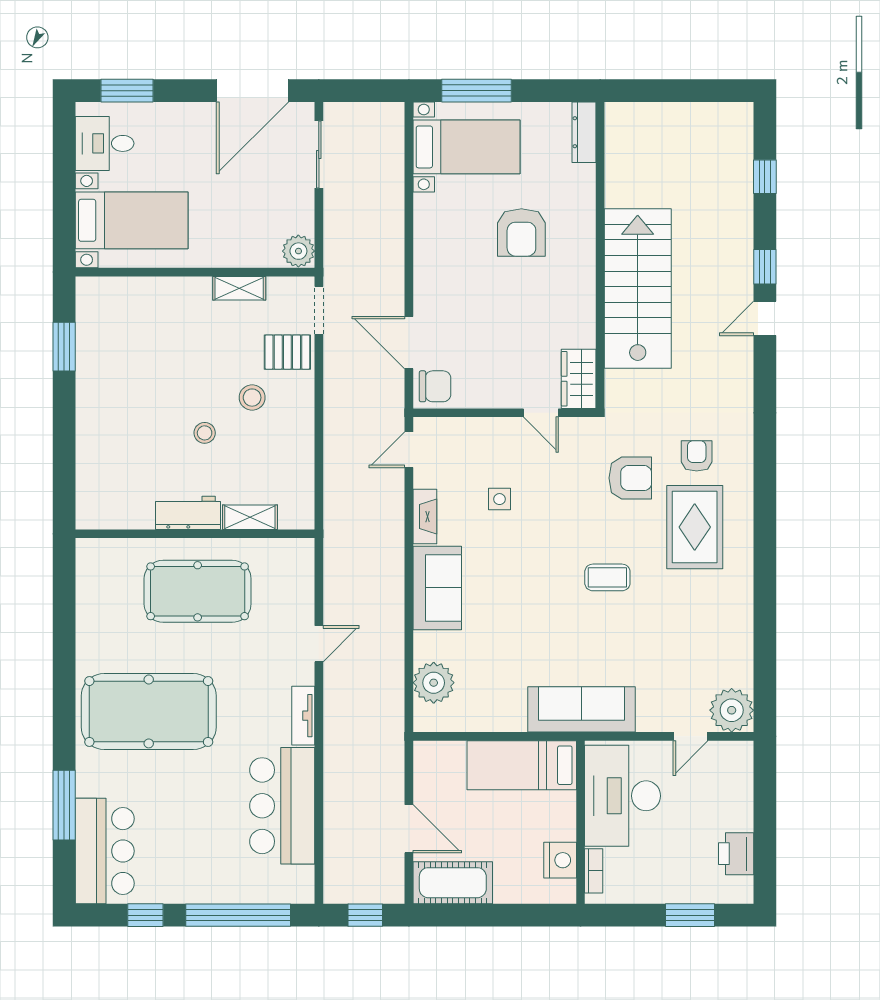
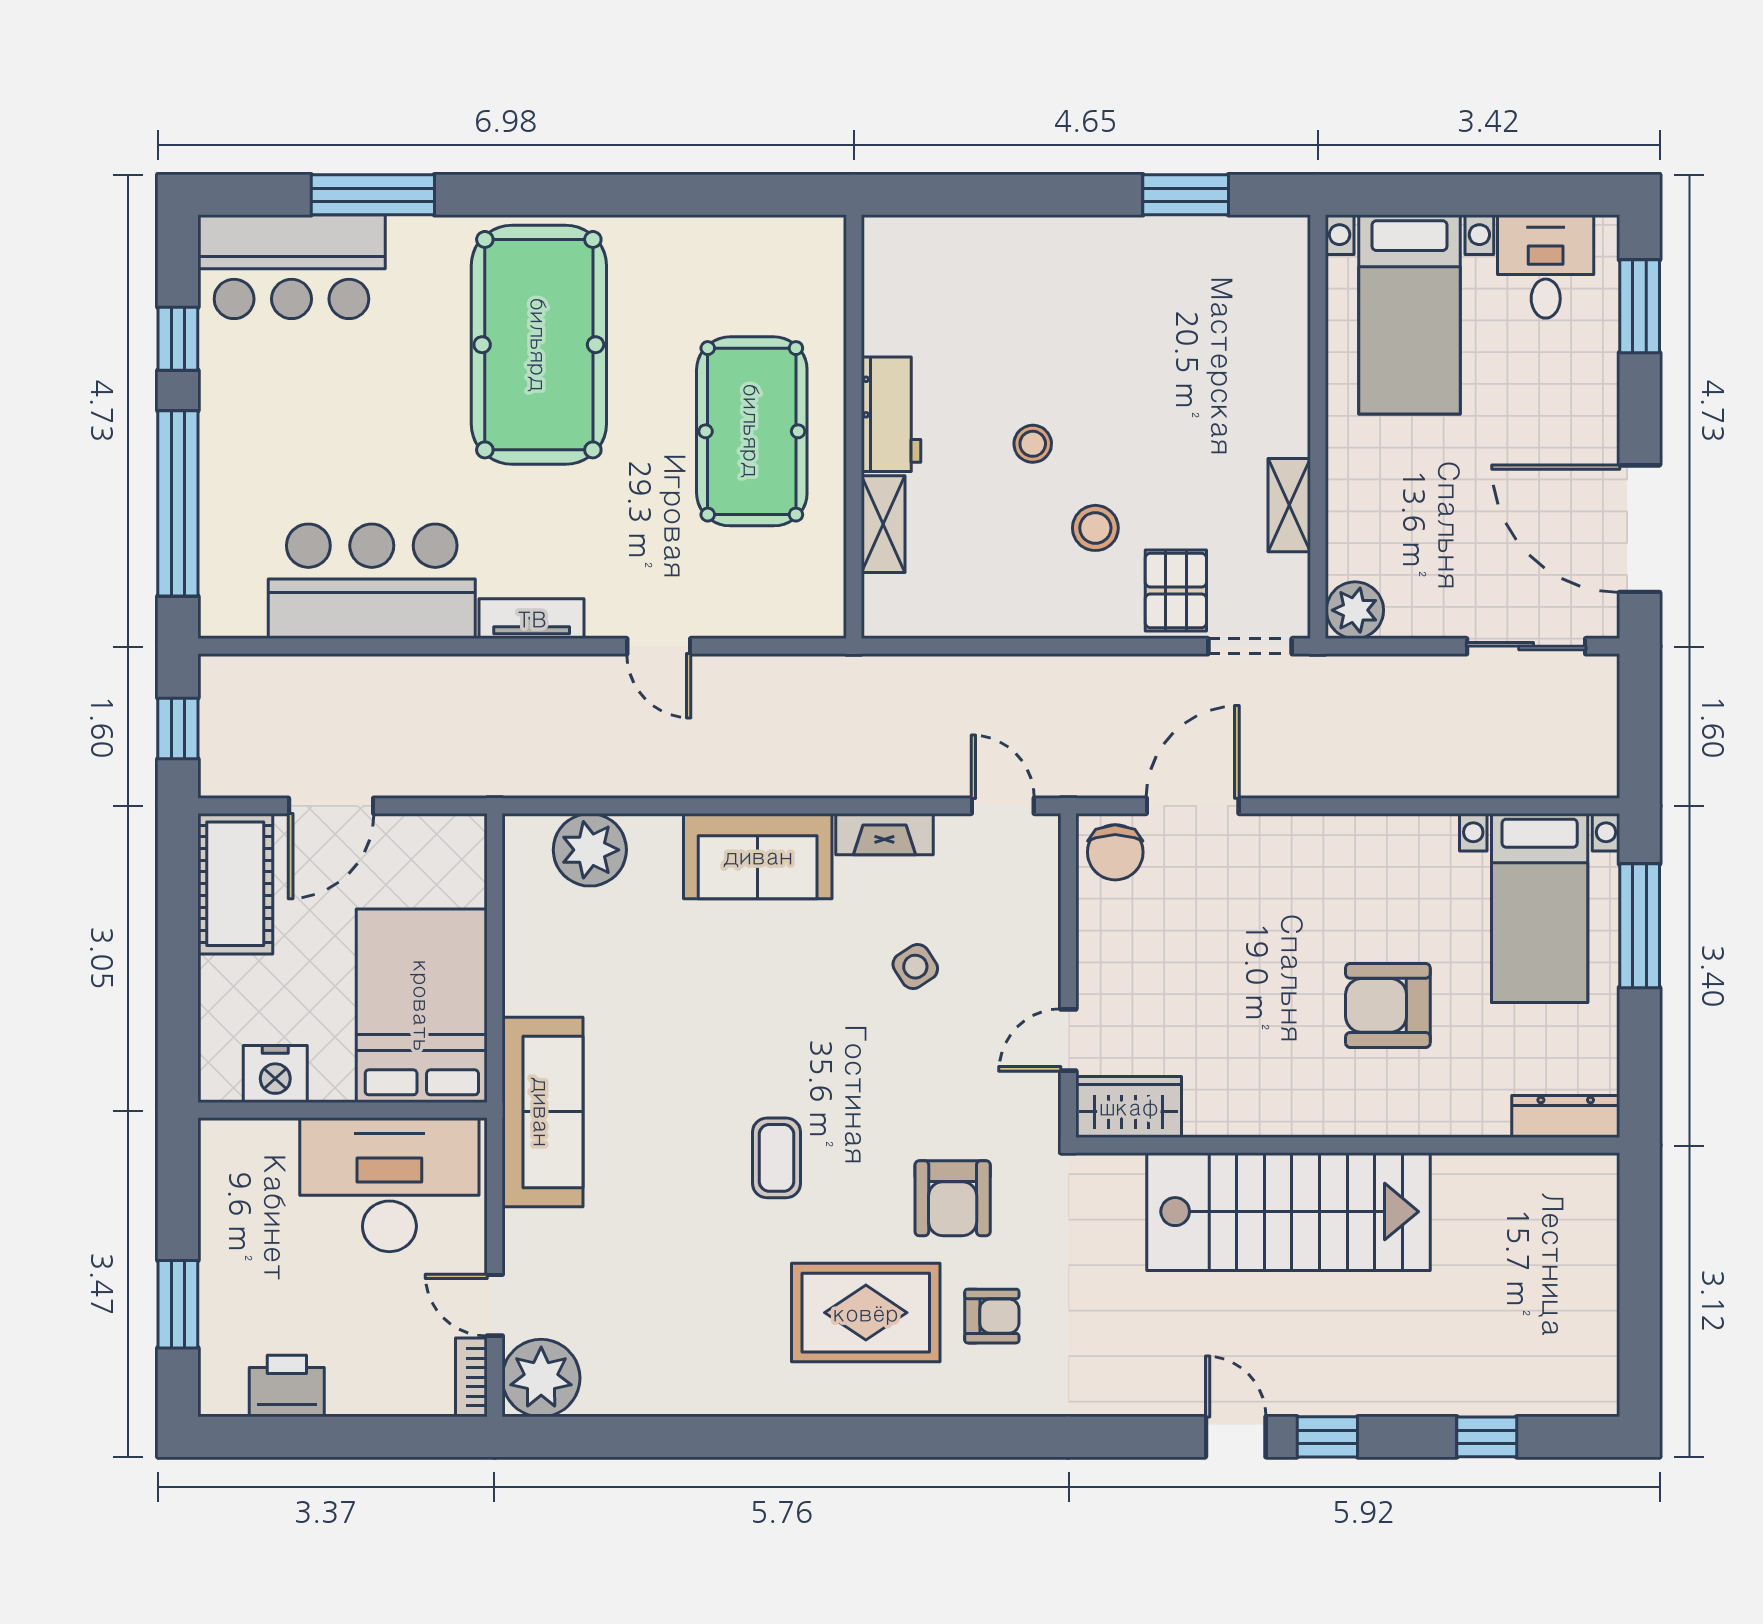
side table: (499, 499) -> (915, 967), turned -33
bed: (522, 765) -> (422, 1006), width x1.50
bookcase: (594, 871) -> (471, 1377), moved, turned 90

